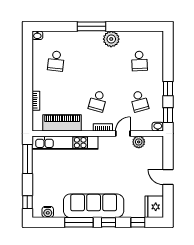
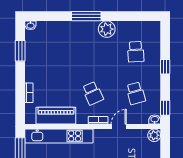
window: (27, 60) -> (20, 51), added
school desk: (56, 61) -> (50, 52), removed
window: (168, 89) -> (165, 67), moved
school desk: (98, 101) -> (93, 93), turned -39
plant: (139, 142) -> (154, 135), moved

